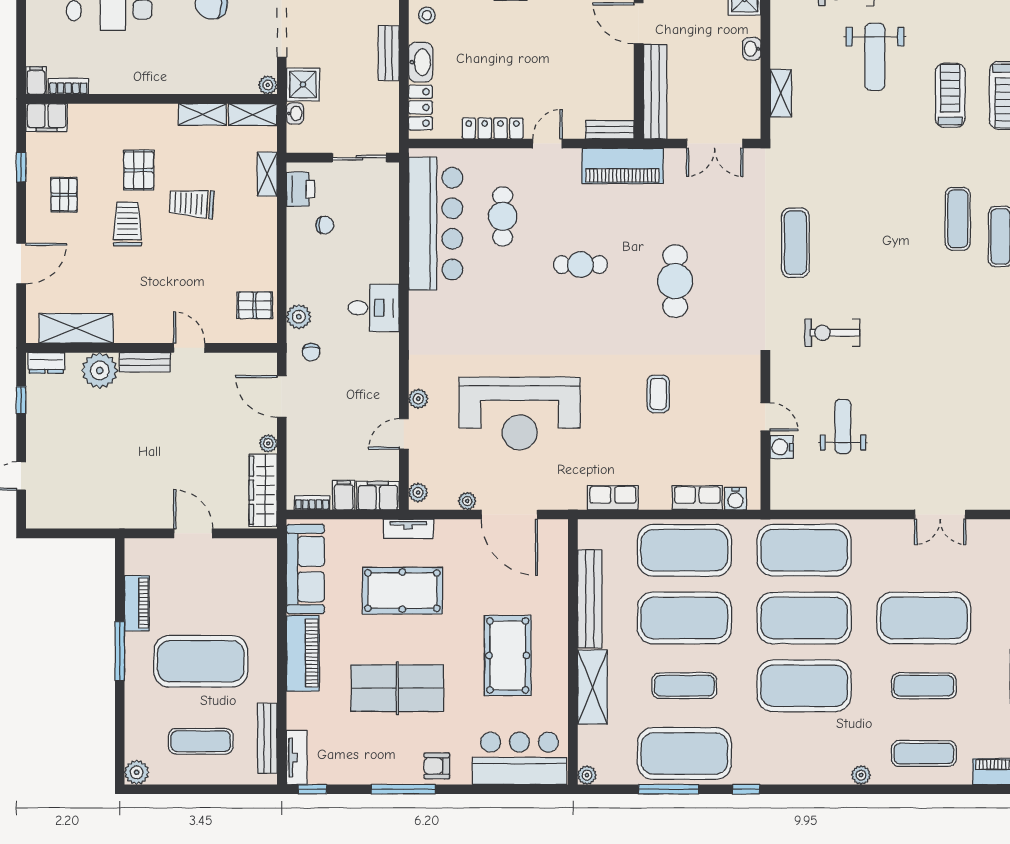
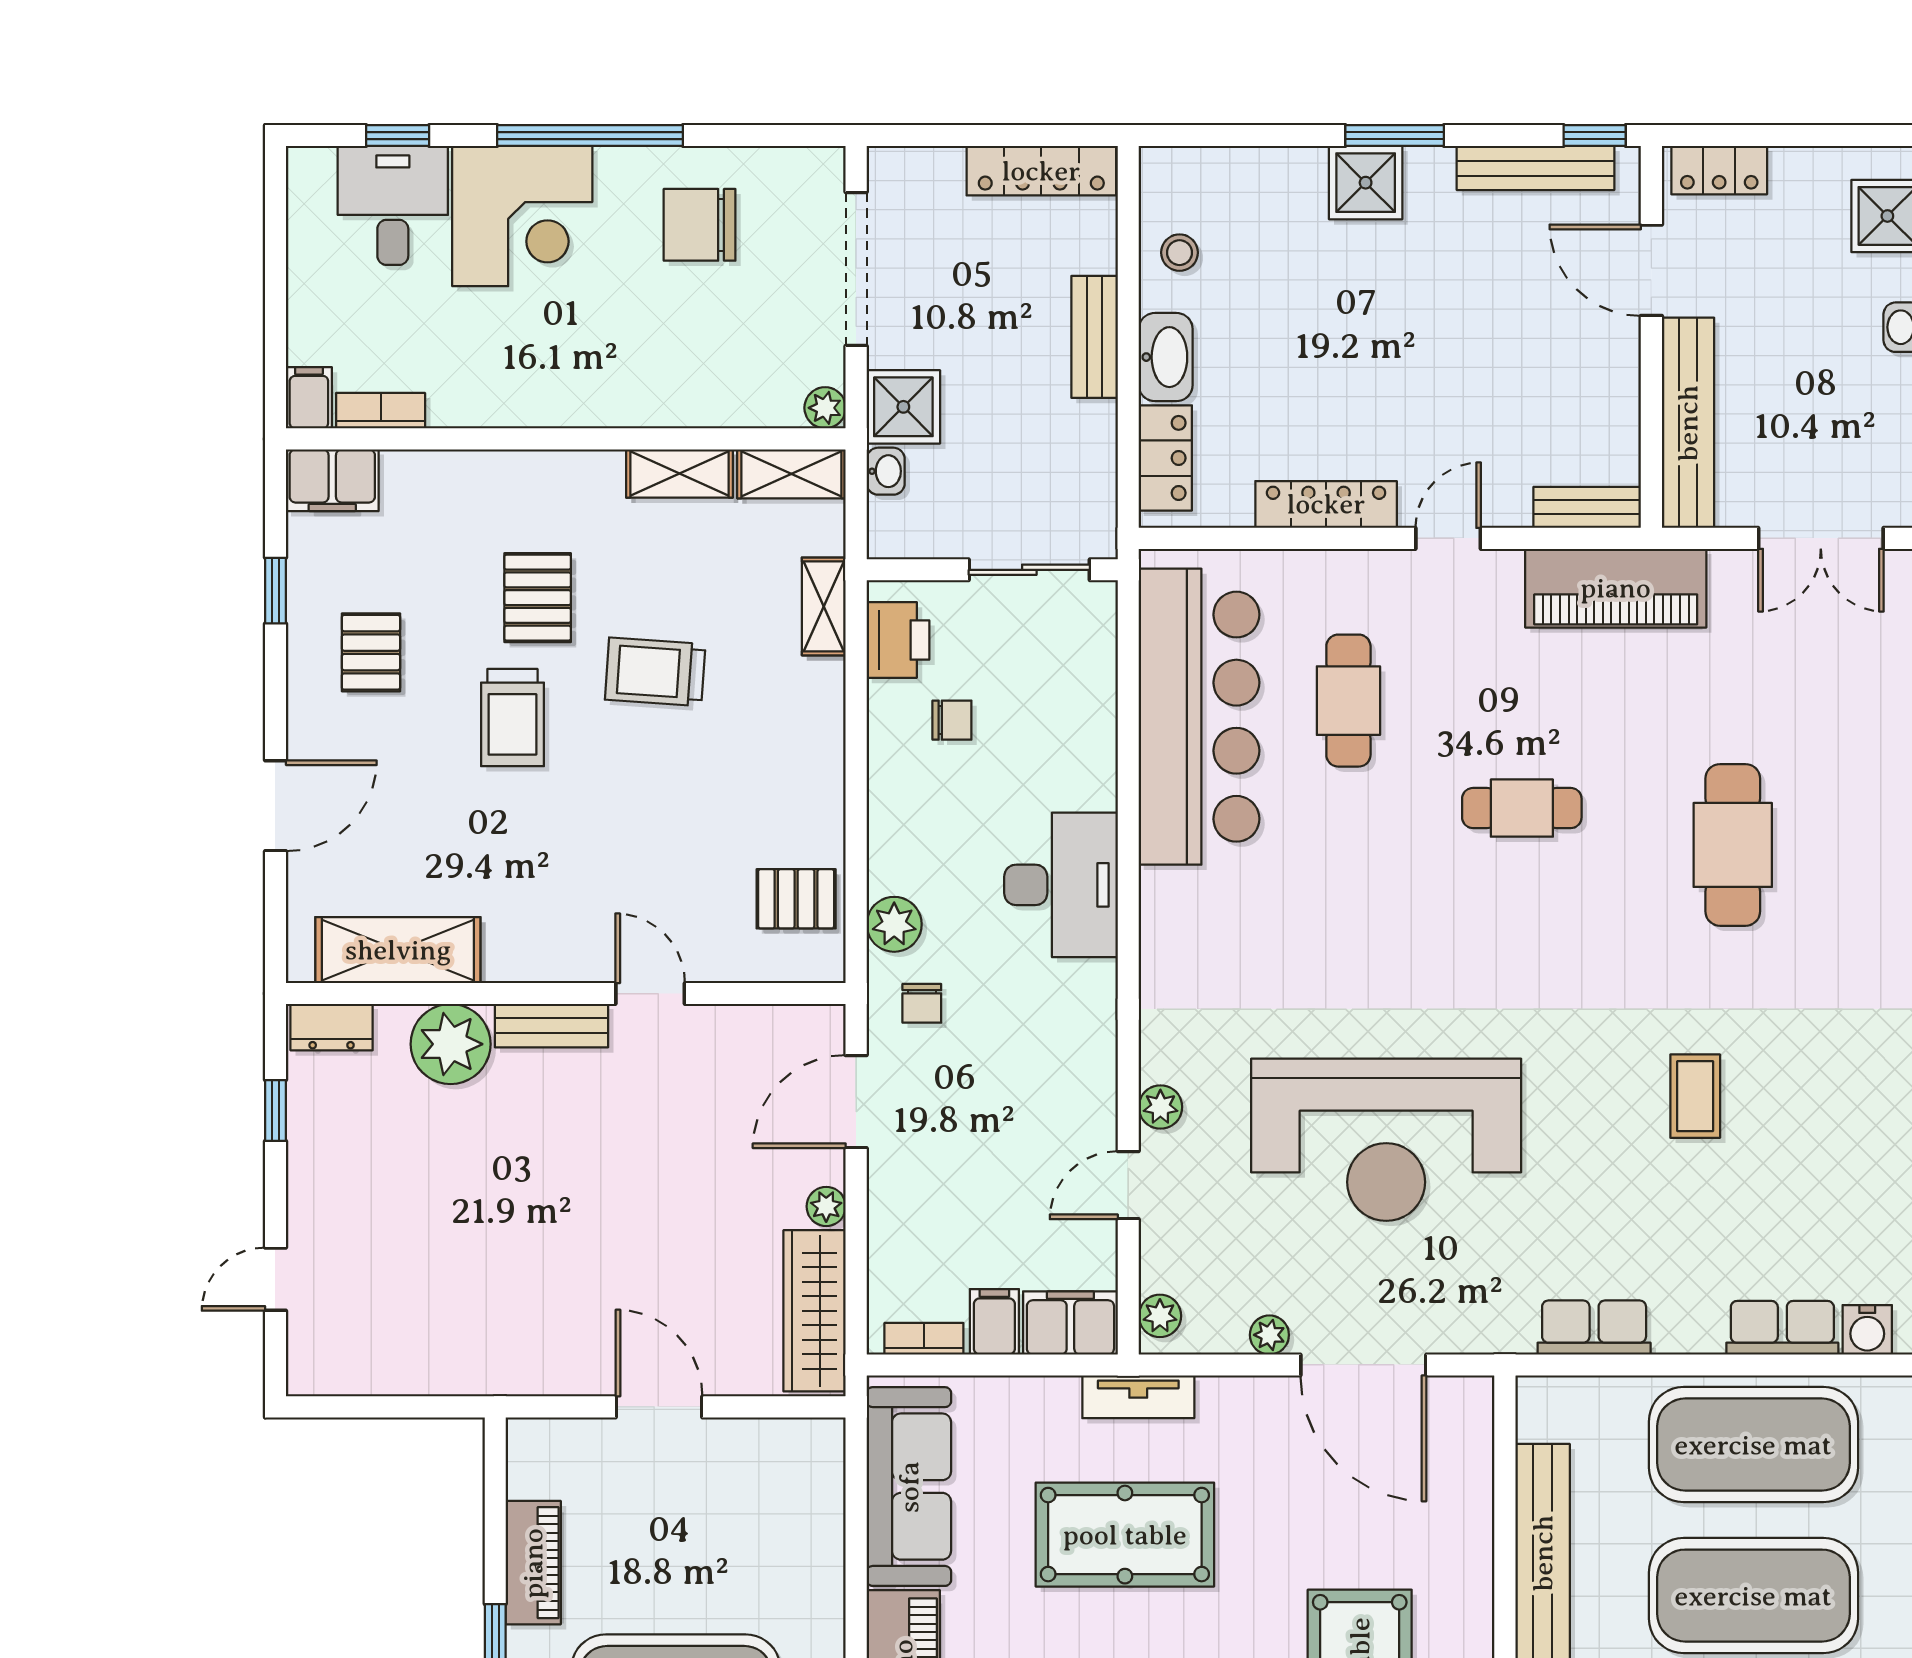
trolley: (127, 224) -> (512, 718), turned 180
desk: (374, 308) -> (1061, 885), width x1.37
door: (282, 396) -> (856, 1102), hinge flipped

